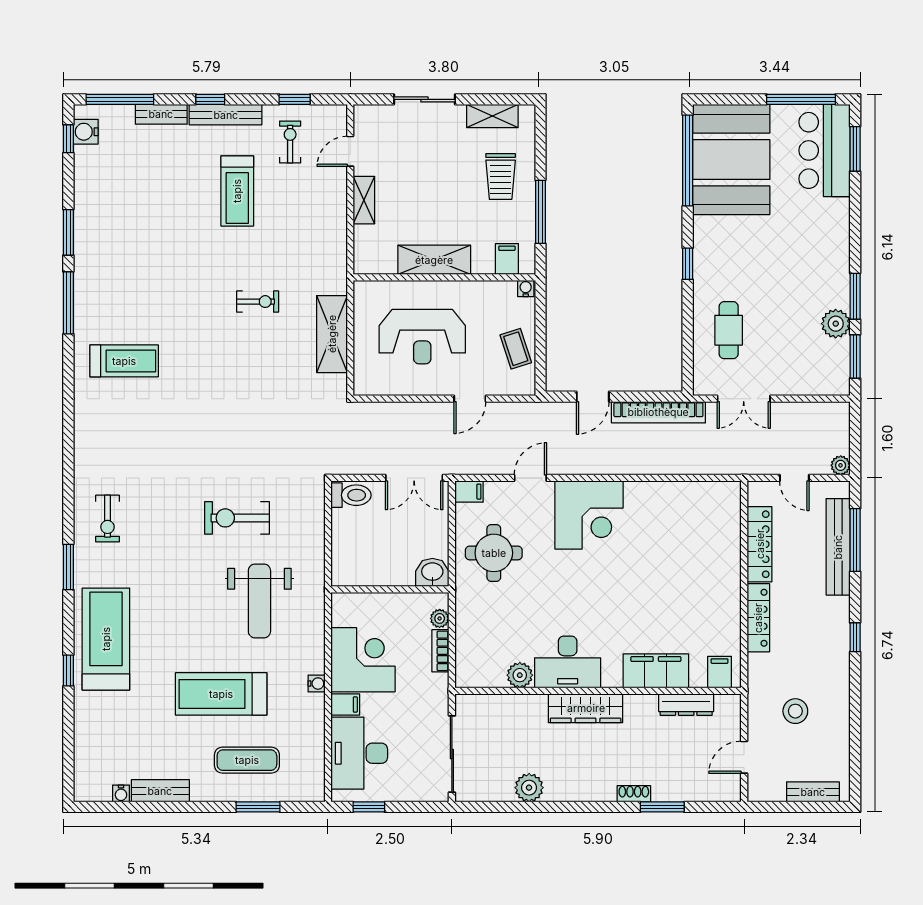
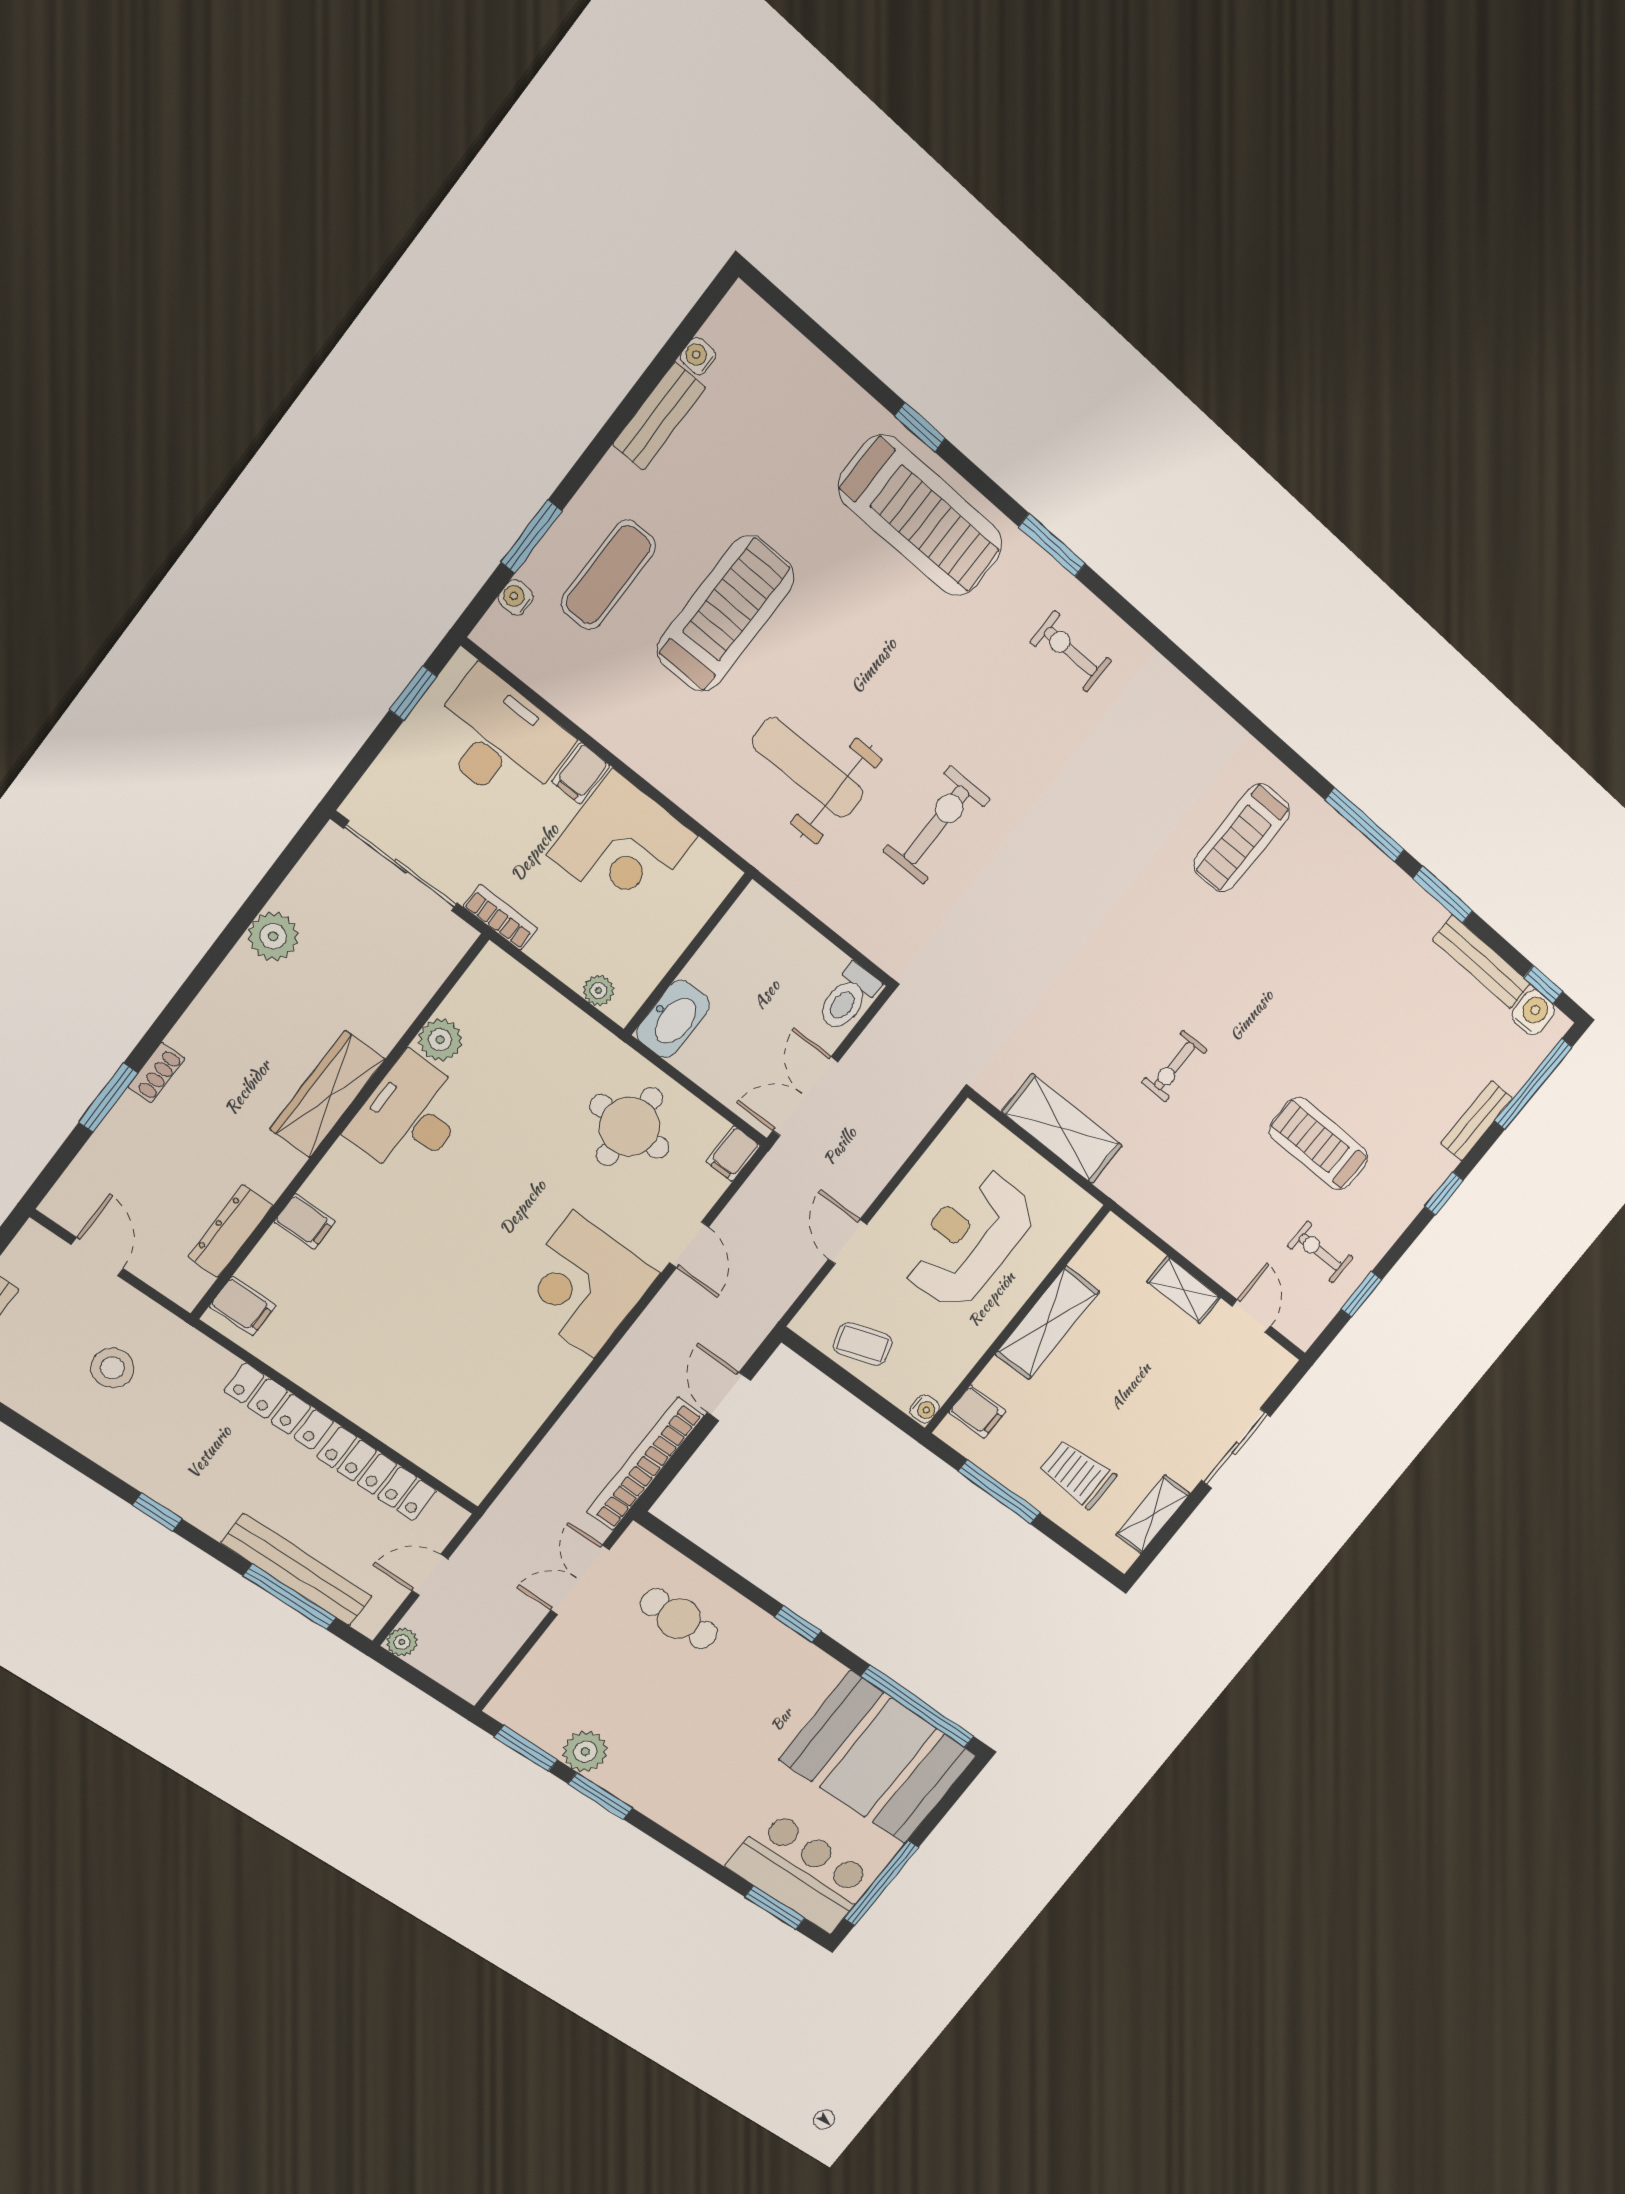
bench: (226, 115) -> (1482, 962), moved, turned 90
exercise bike: (290, 142) -> (1320, 1252), turned 180
washbasin: (432, 572) -> (673, 1019), width x1.38
bookcase: (440, 651) -> (500, 917), moved
filing cabinet: (656, 671) -> (305, 1221), width x0.33, depth x0.86
water cooler: (317, 684) -> (516, 598), moved, turned 90

